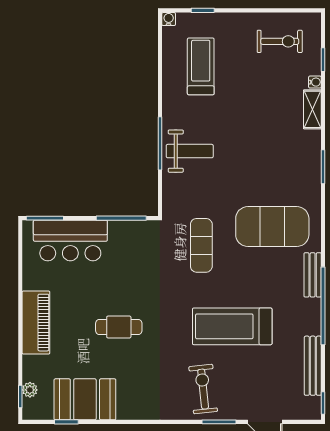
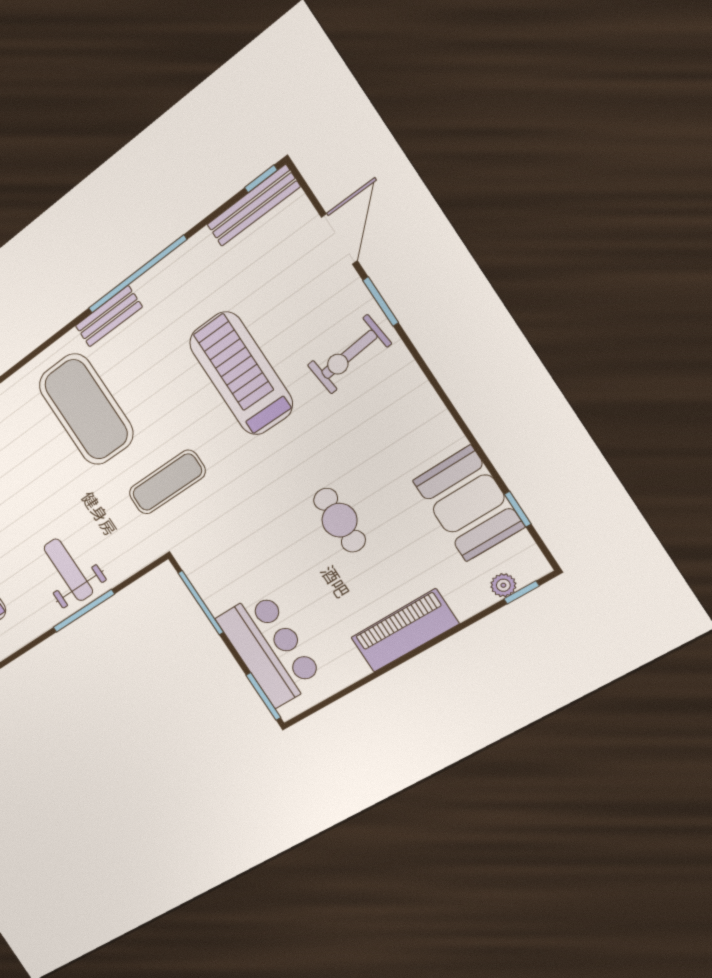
treadmill: (232, 326) -> (241, 373), turned 180
bench: (313, 366) -> (253, 206), moved

